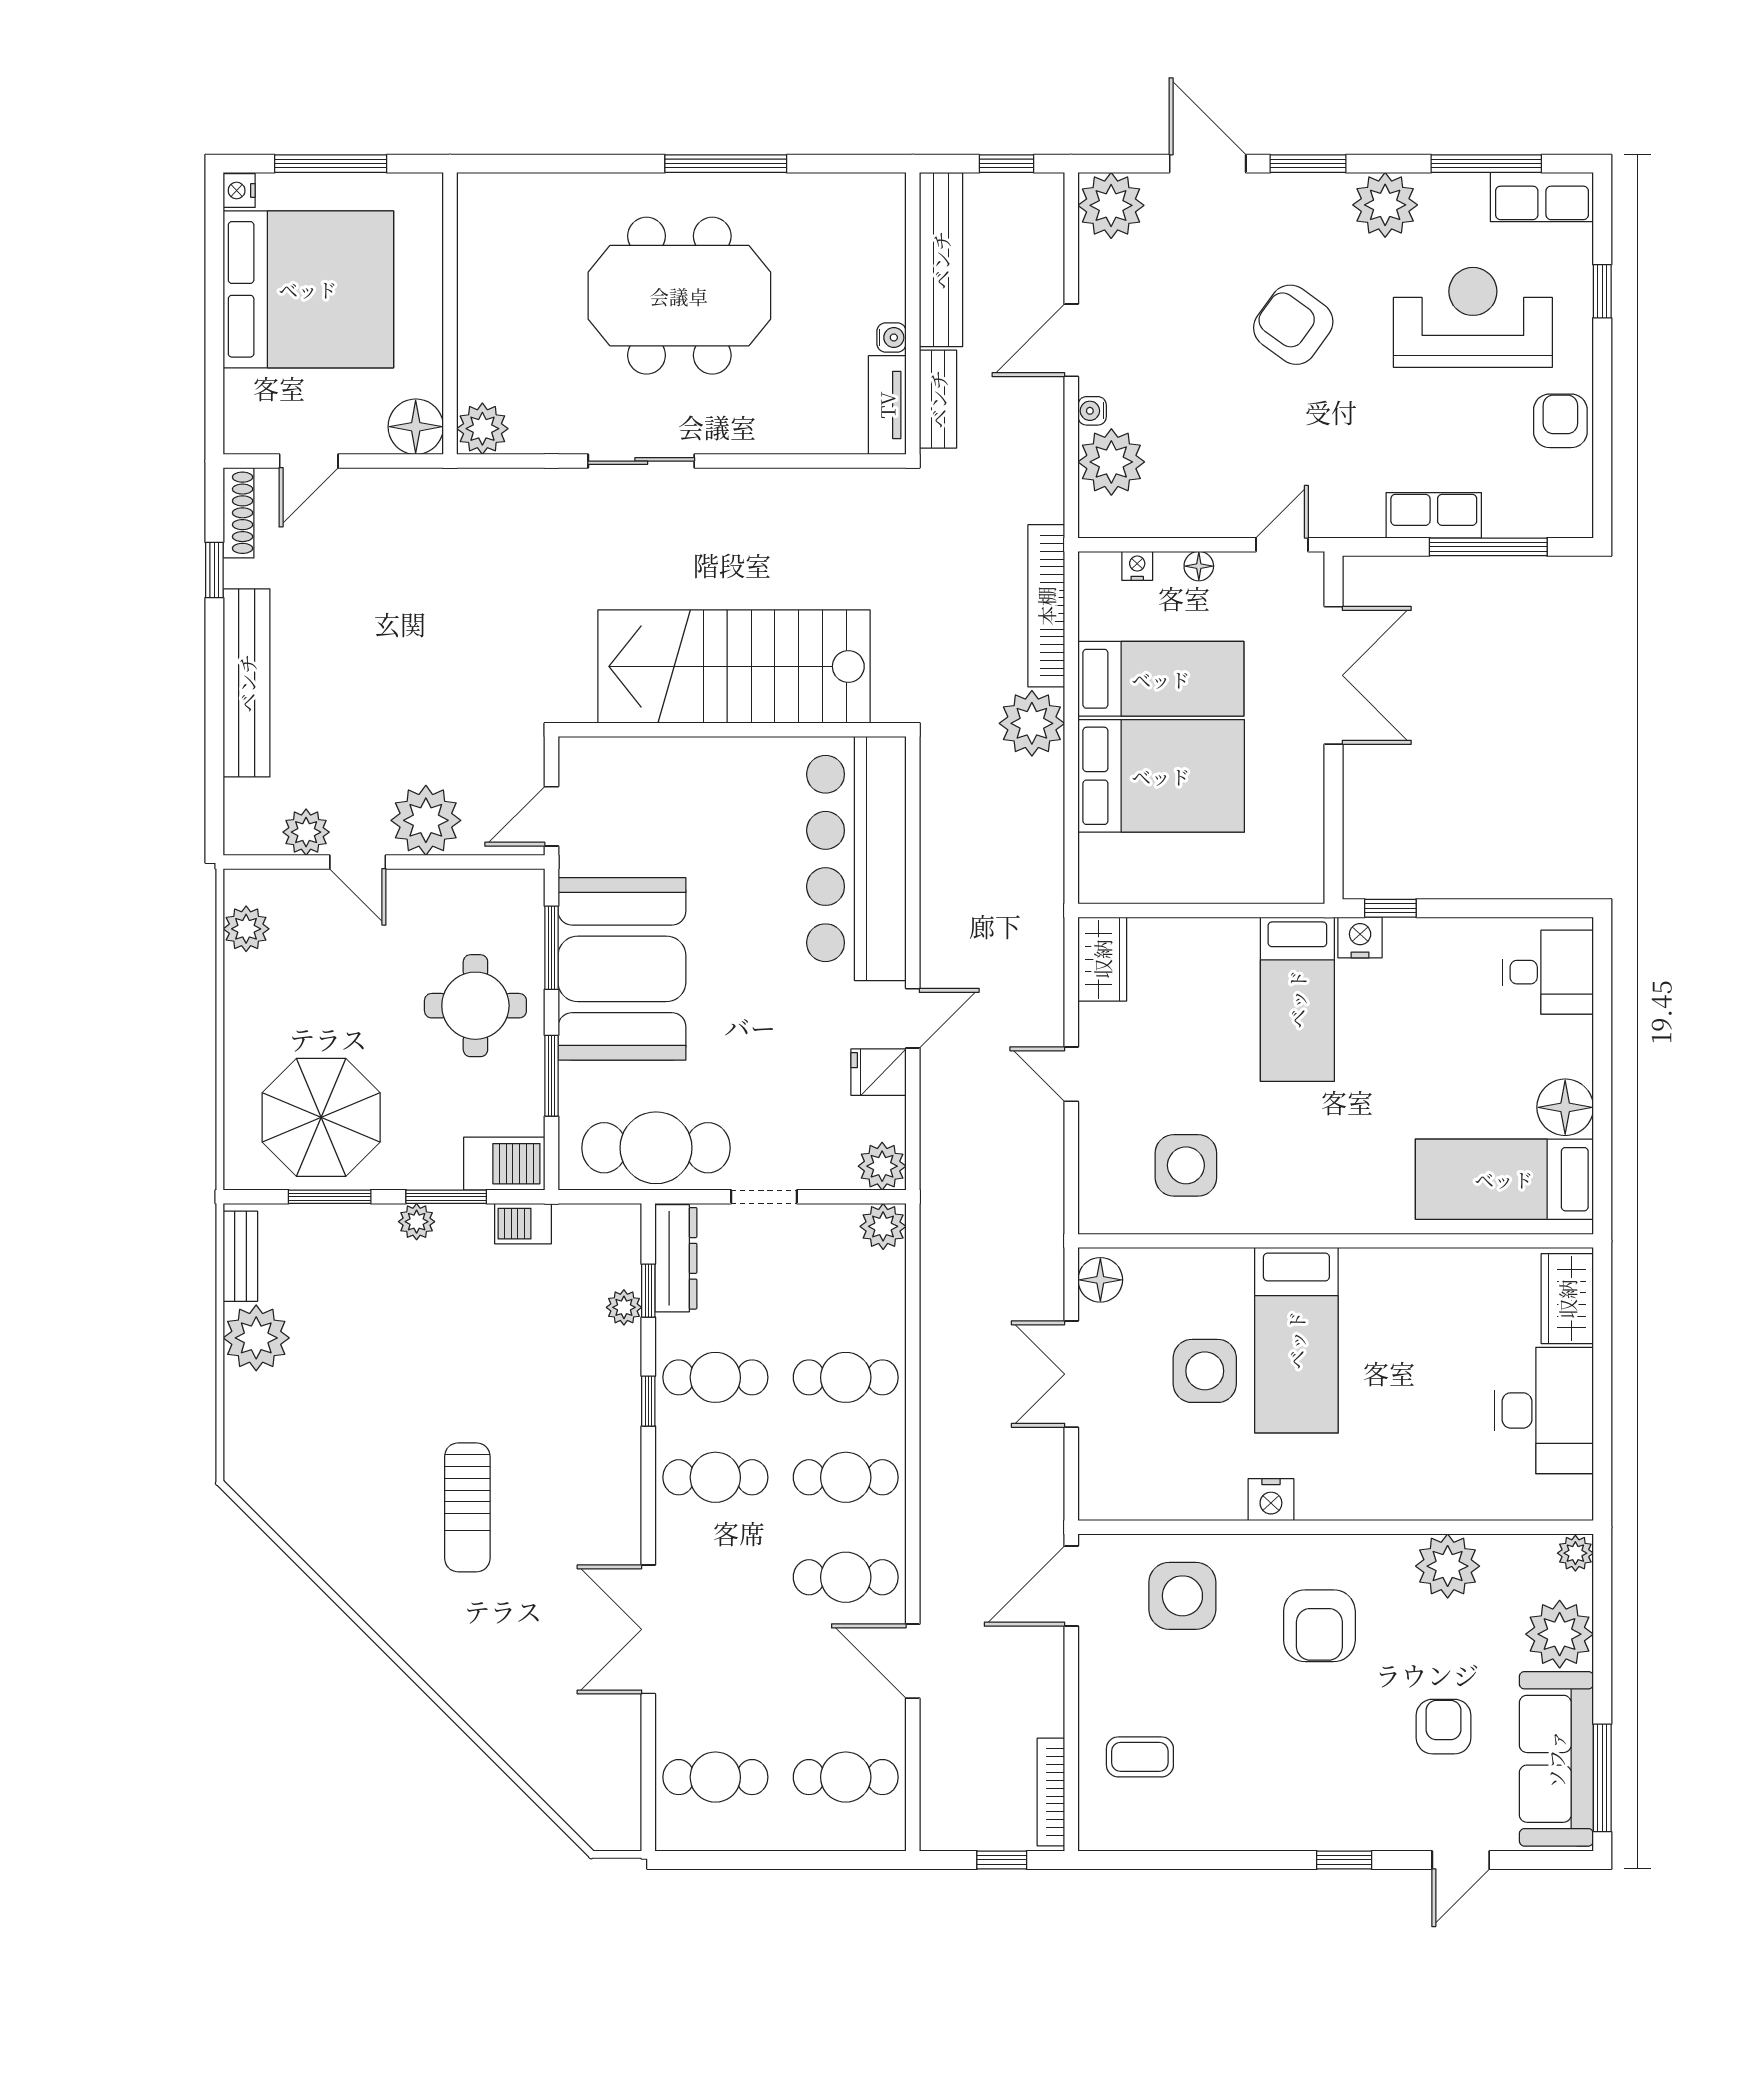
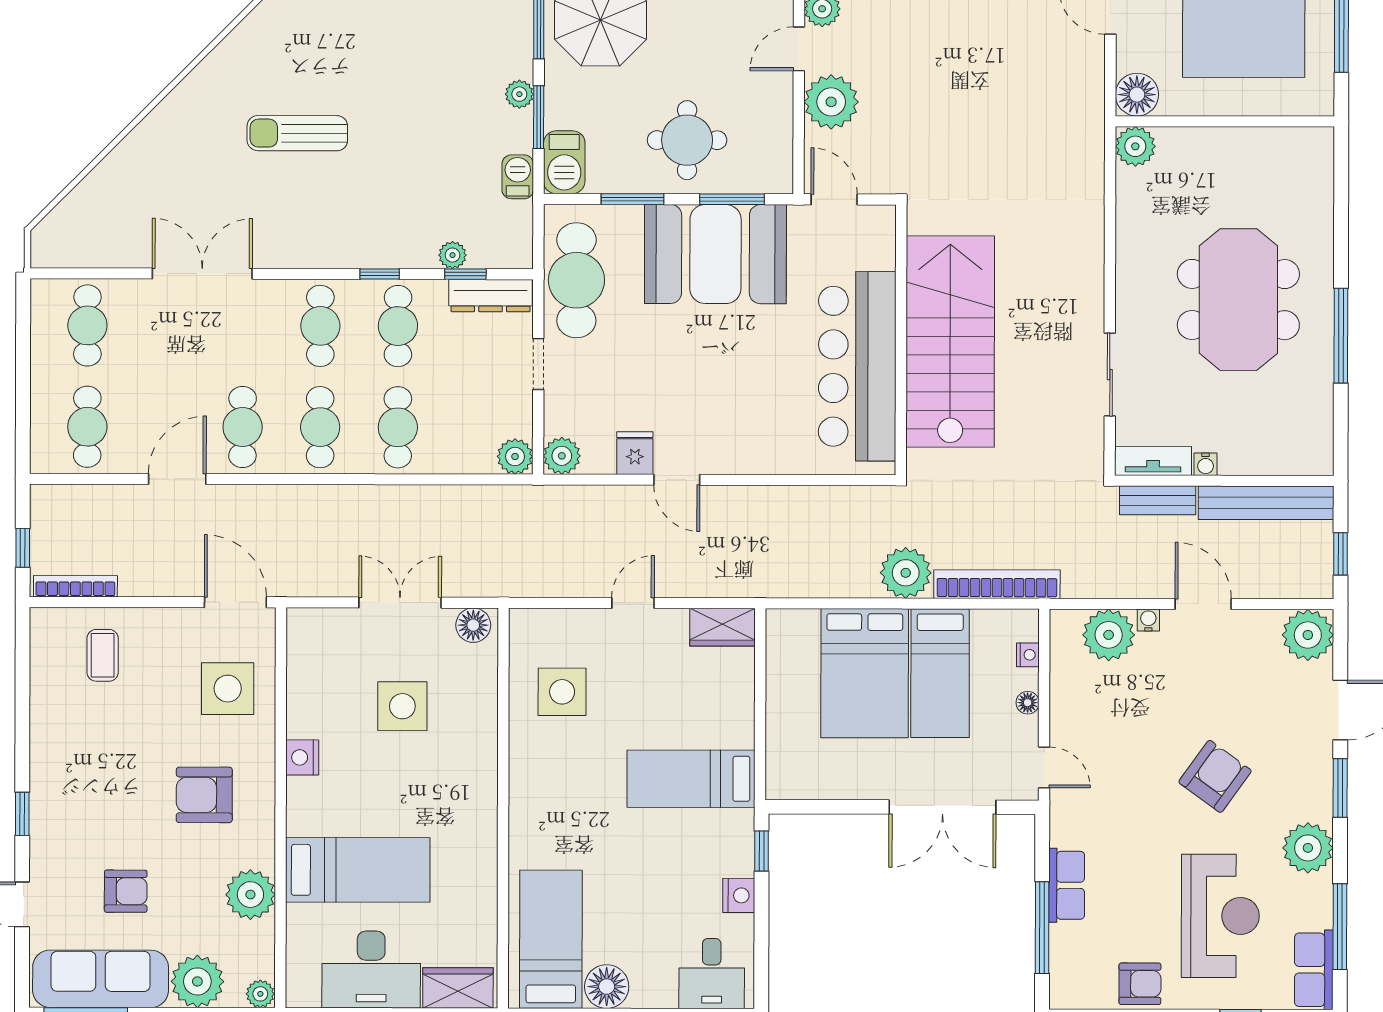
sliding door: (641, 461) -> (1110, 375), moved
bar counter: (856, 858) -> (857, 366), moved, turned -90
nightstand: (1360, 937) -> (739, 895), moved
bed: (1296, 1340) -> (358, 870), moved, turned 180

